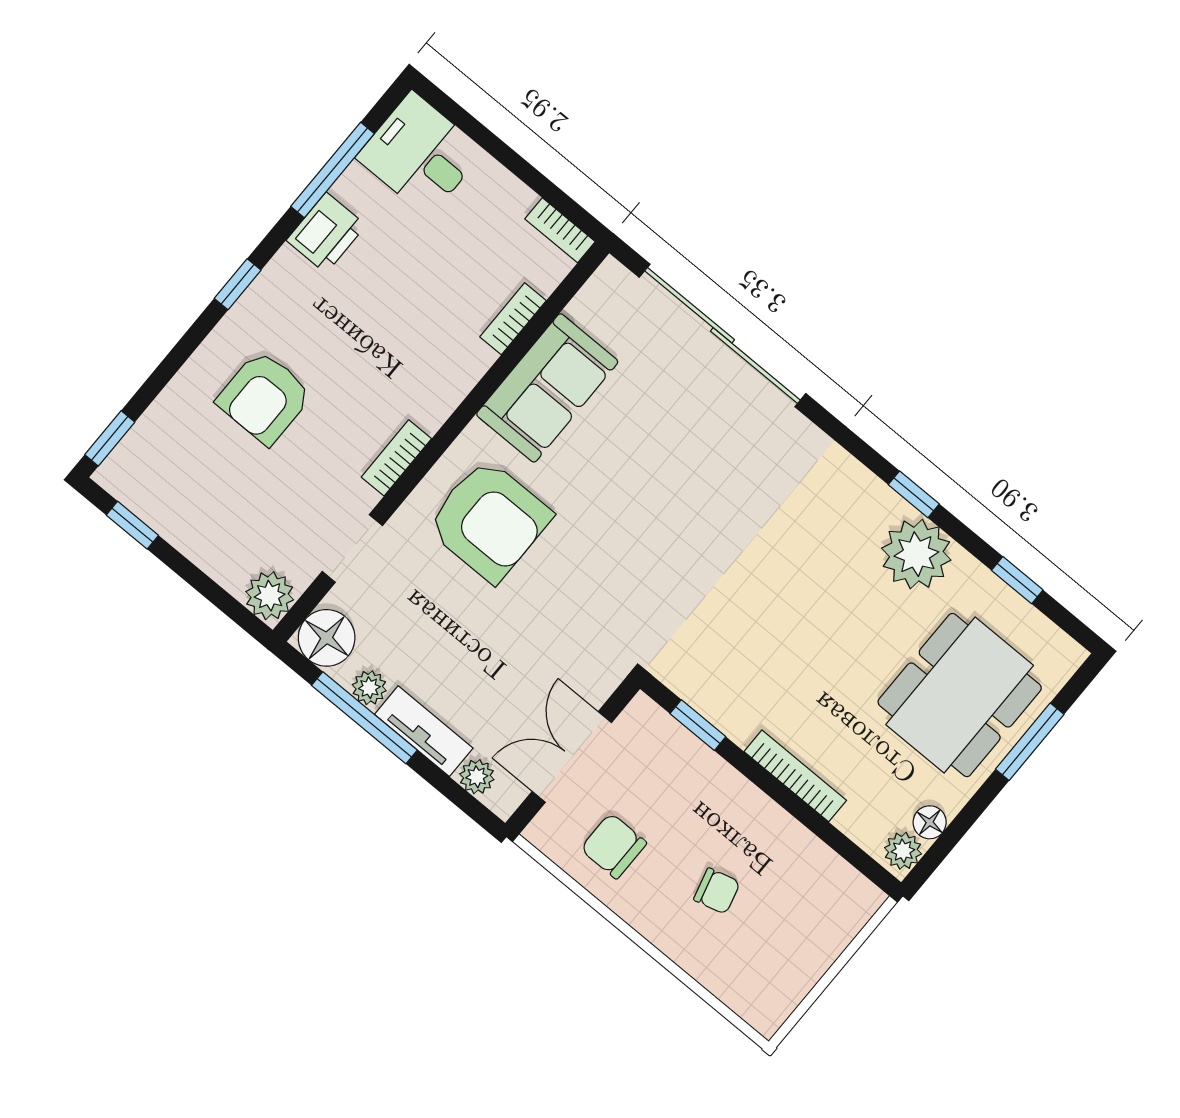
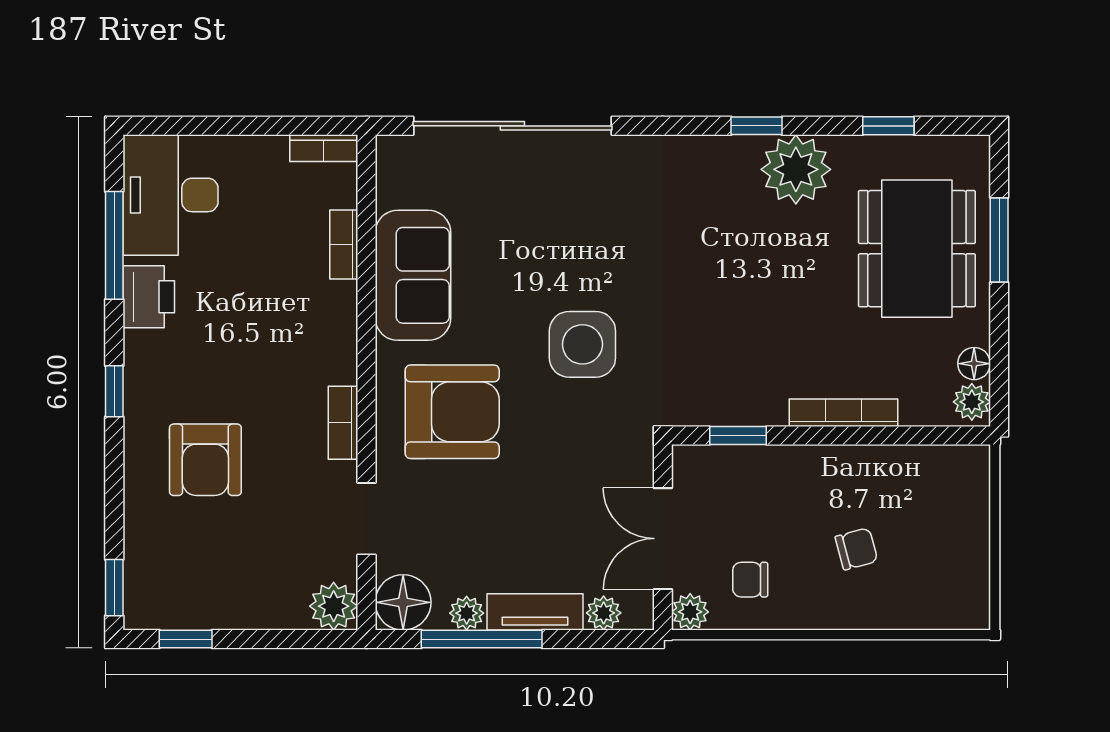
desk: (420, 154) -> (170, 195), width x1.37
side table: (635, 552) -> (582, 344), added
plant: (545, 832) -> (690, 612), added
chair: (614, 846) -> (750, 580), width x0.73, depth x0.73

